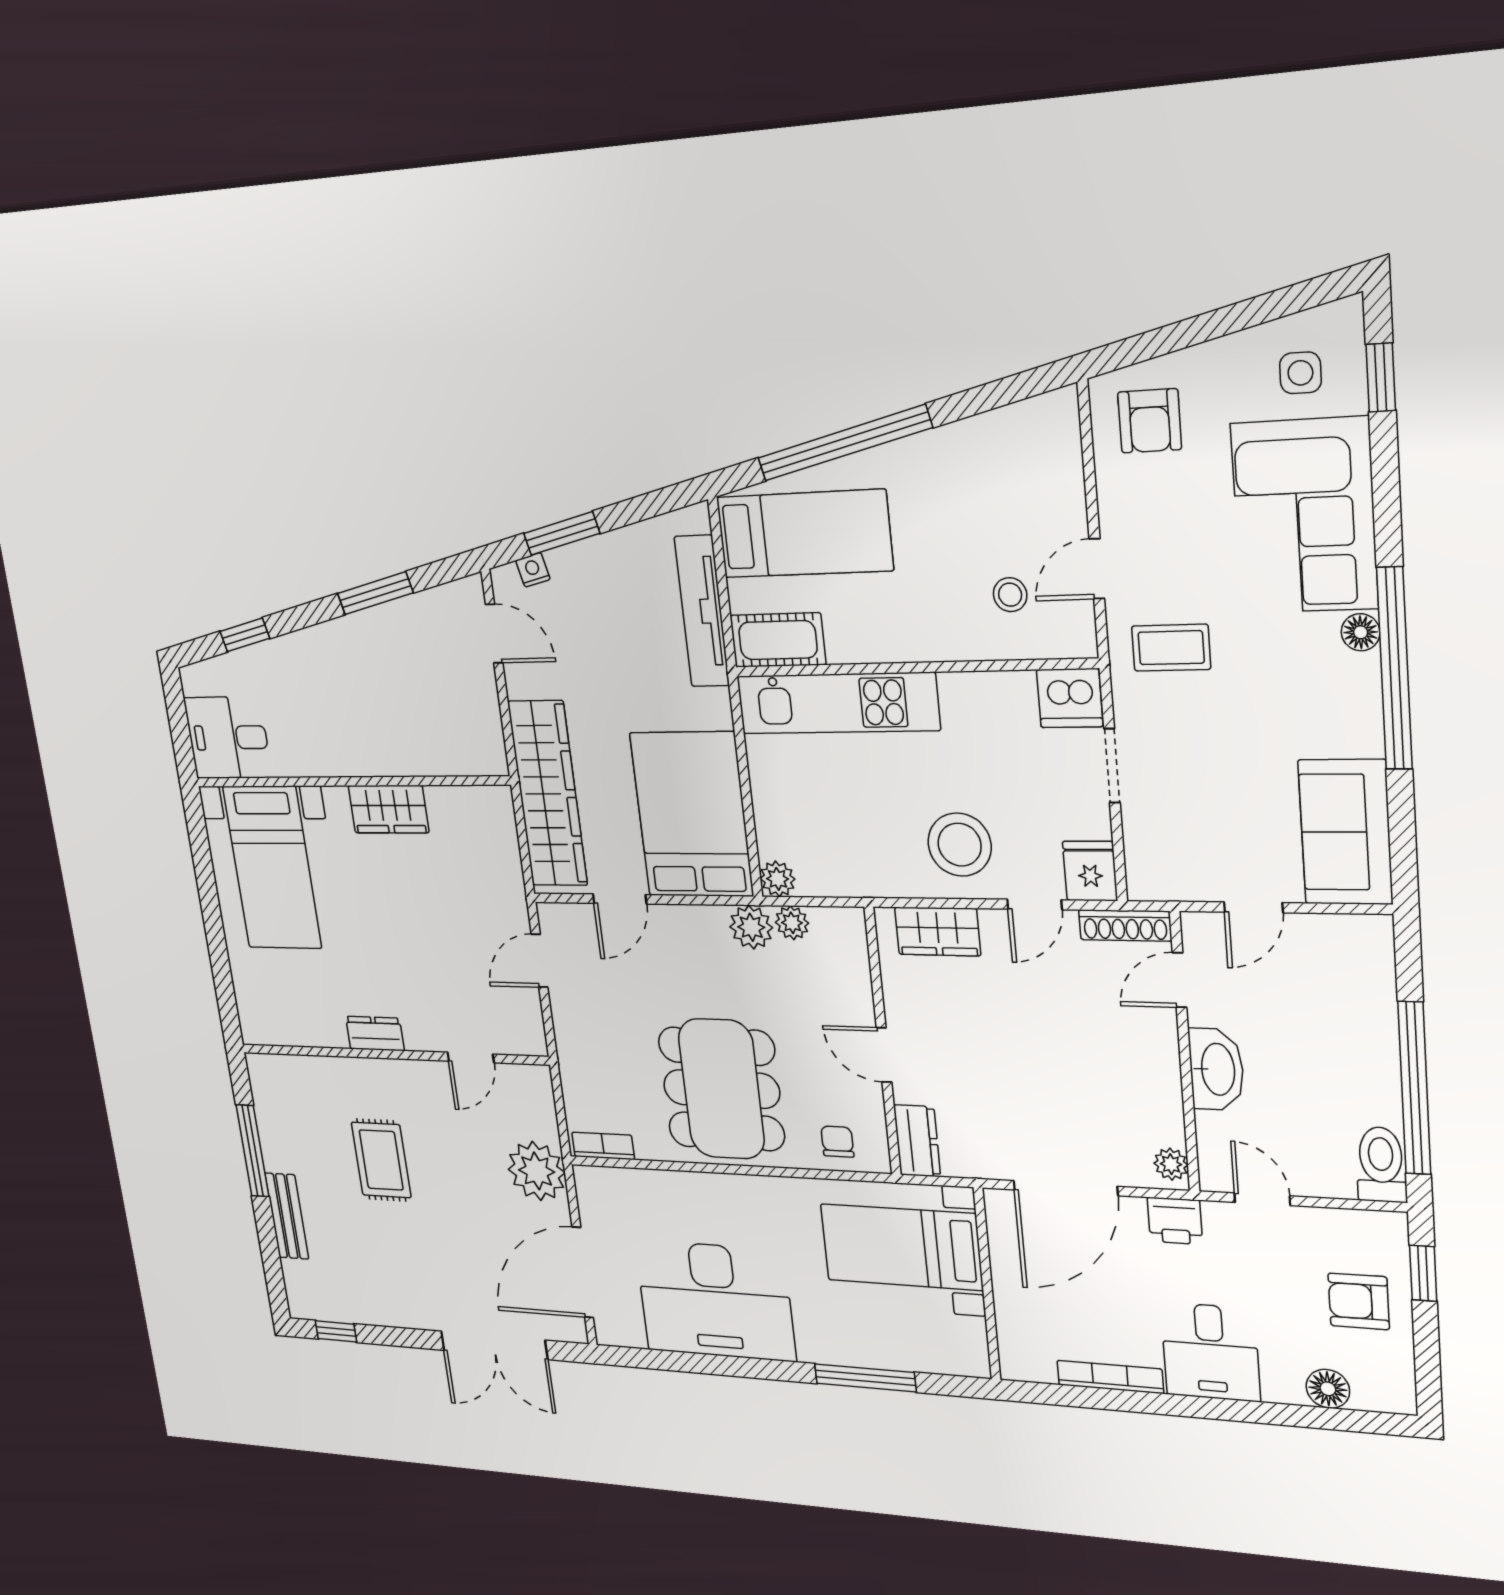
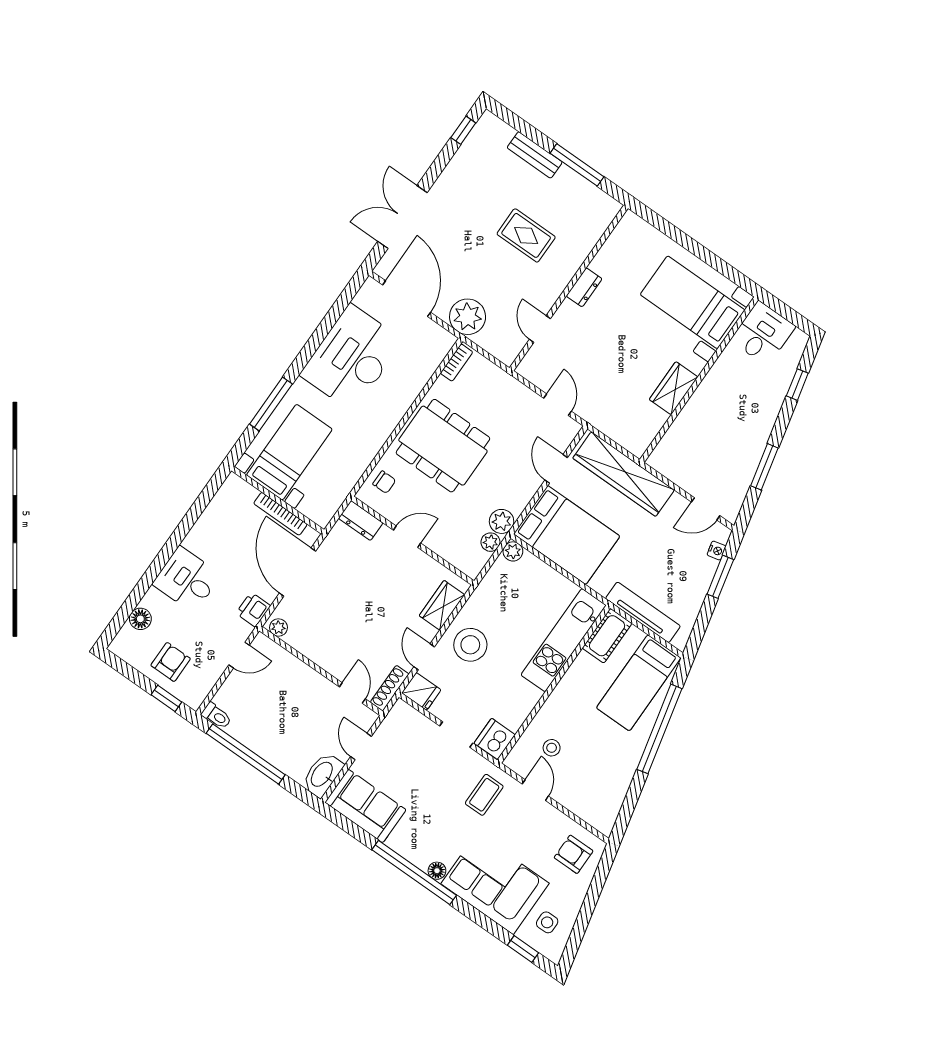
washbasin: (1216, 1069) -> (322, 775), moved, turned 90
toilet: (1381, 1165) -> (217, 716), width x0.73, depth x0.72
bed with nightstands: (901, 1247) -> (289, 452), moved
bookcase: (1110, 1377) -> (280, 514), moved, turned 90

